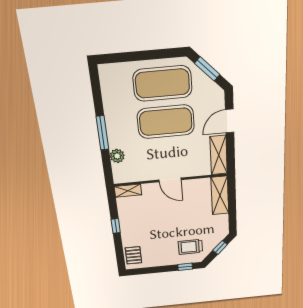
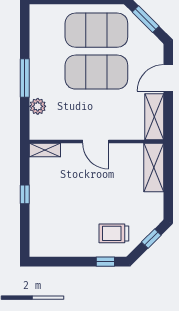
pallet: (133, 255) -> (42, 238), removed

